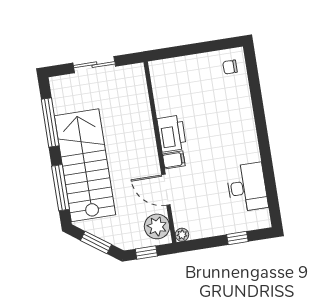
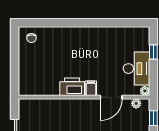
desk: (247, 187) -> (137, 69), moved, turned 90
plant: (157, 226) -> (136, 103), width x0.53, depth x0.53

